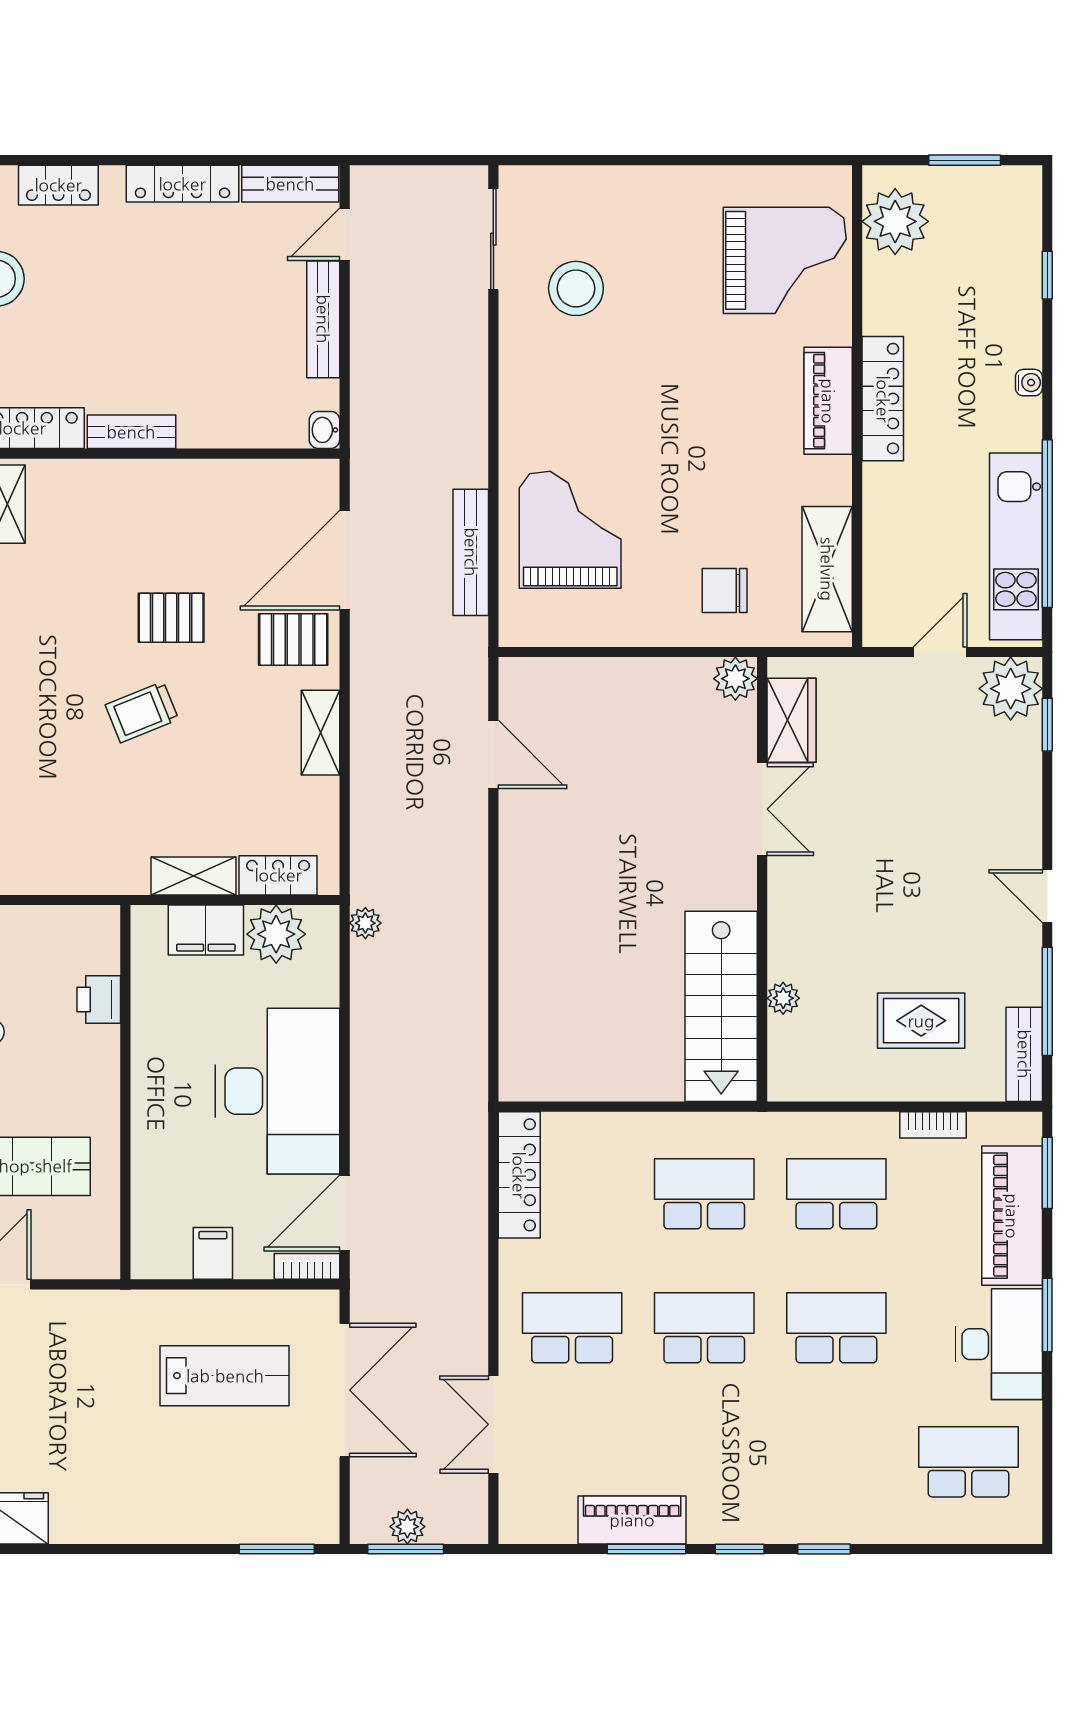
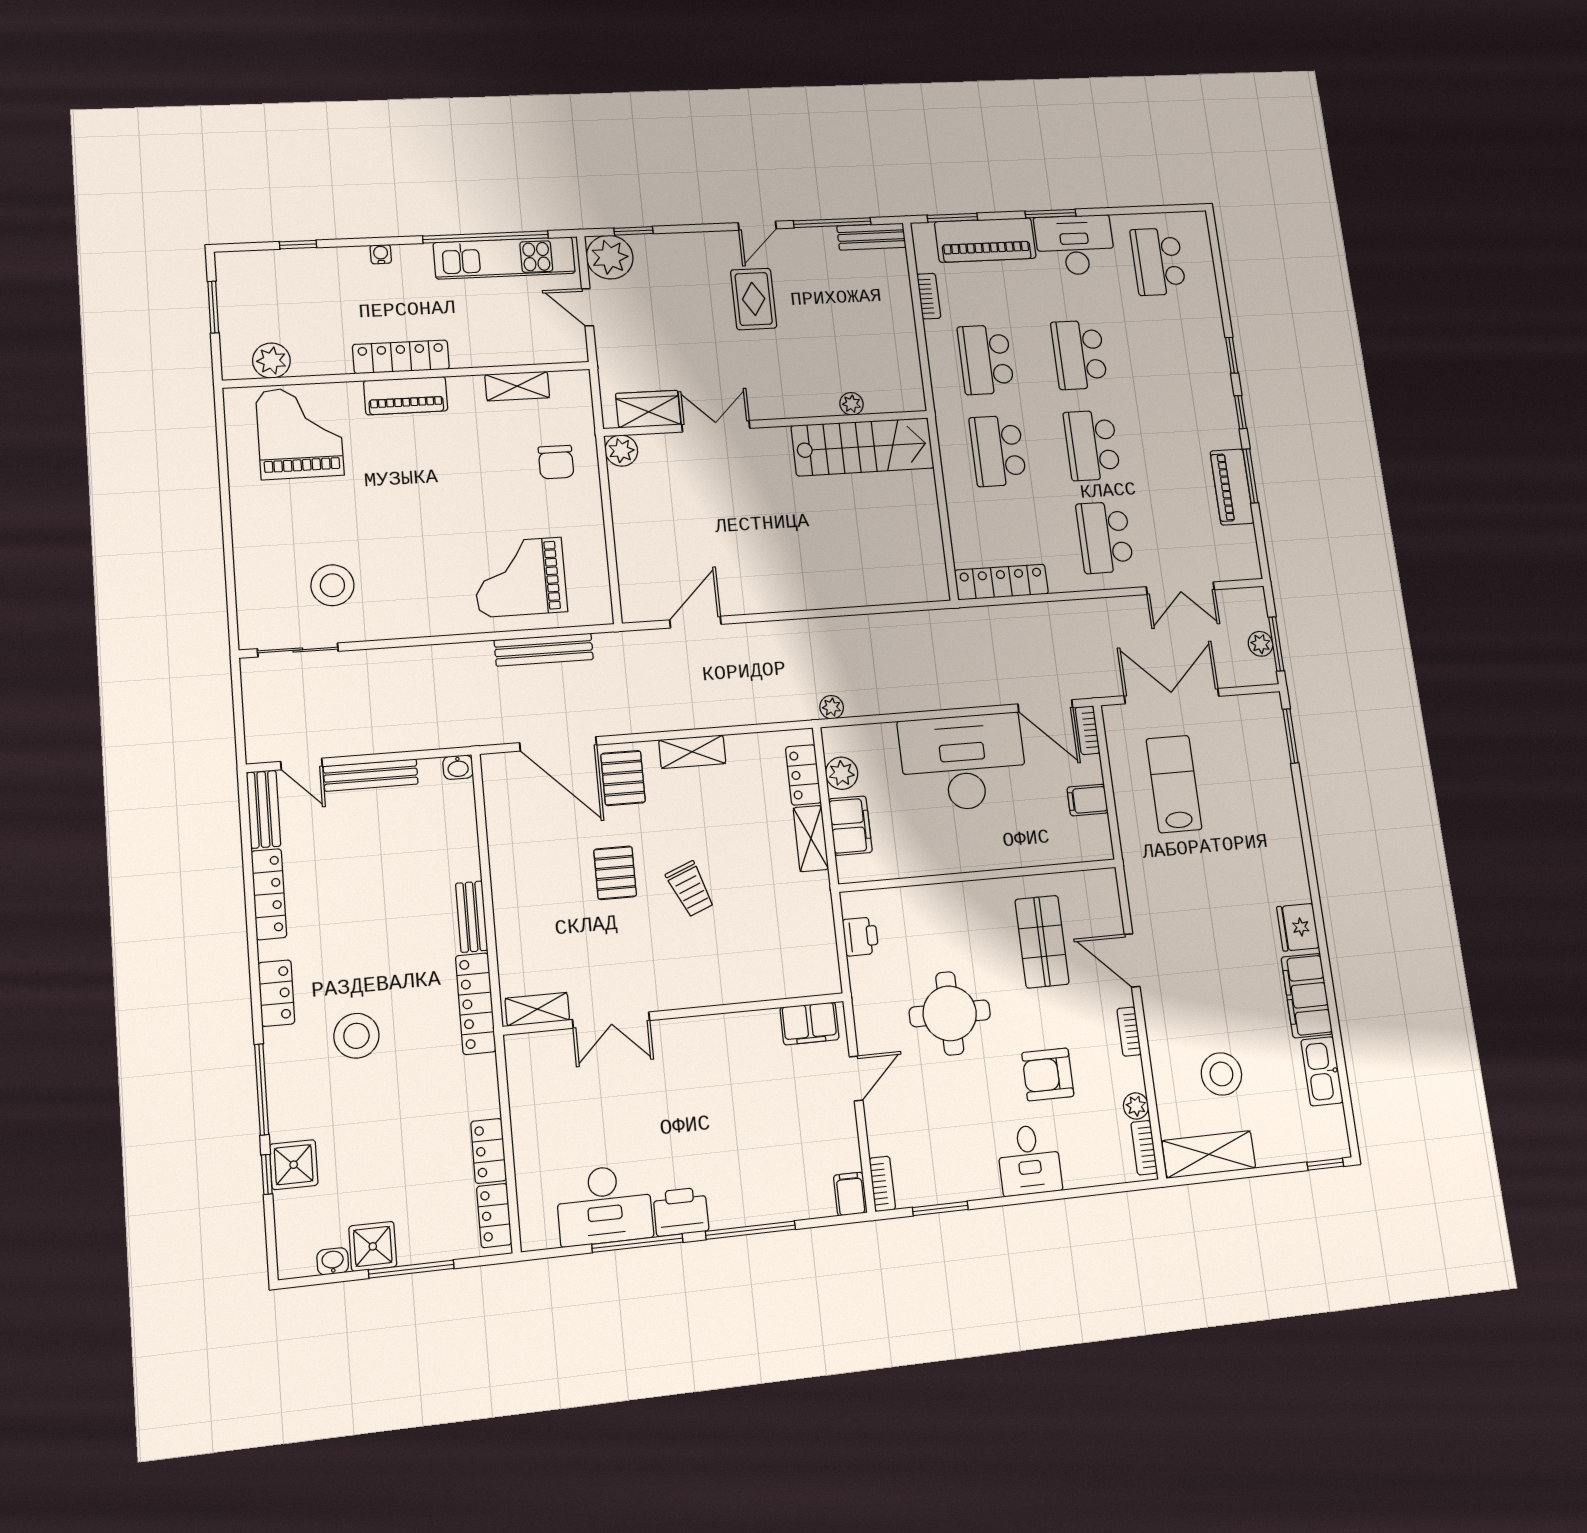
plant: (895, 221) -> (271, 361), width x0.73, depth x0.73
shelving: (827, 569) -> (517, 386), width x0.67, depth x0.75
plant: (276, 934) -> (842, 773), width x0.73, depth x0.73
printer: (99, 999) -> (861, 936), moved, turned -90
rug: (921, 1021) -> (754, 299), moved

